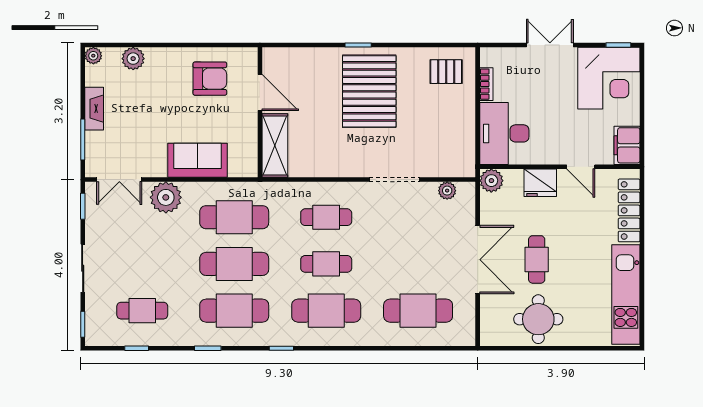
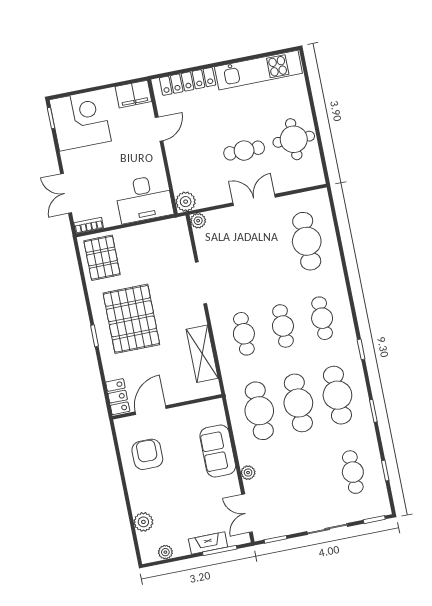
double door: (550, 45) -> (66, 193), moved
plant: (93, 56) -> (165, 552), moved
locker: (283, 58) -> (118, 397), added
pallet: (446, 72) -> (102, 258), width x1.50, depth x1.42
bookcase: (486, 84) -> (89, 225), moved
pallet: (369, 91) -> (131, 319), turned 90
fireplace: (94, 109) -> (208, 543), moved
shelving: (275, 145) -> (202, 354), moved, turned 90
double door: (119, 180) -> (247, 513), swing flipped
fridge: (540, 183) -> (179, 160), removed
plant: (447, 191) -> (198, 221), moved
plant: (166, 197) -> (248, 473), width x0.53, depth x0.53
double door: (478, 260) -> (254, 200), width x0.73
cafe table: (326, 311) -> (322, 318), width x0.73, depth x0.74

